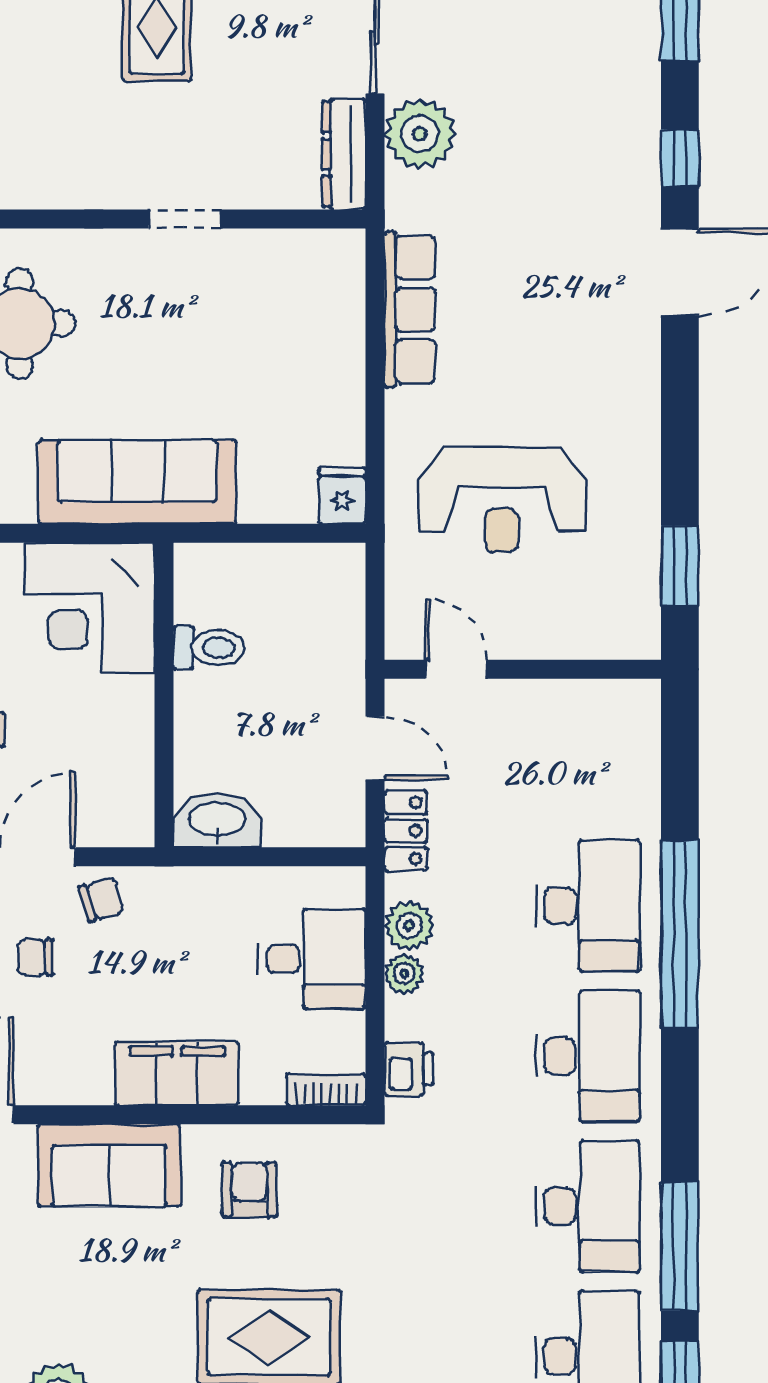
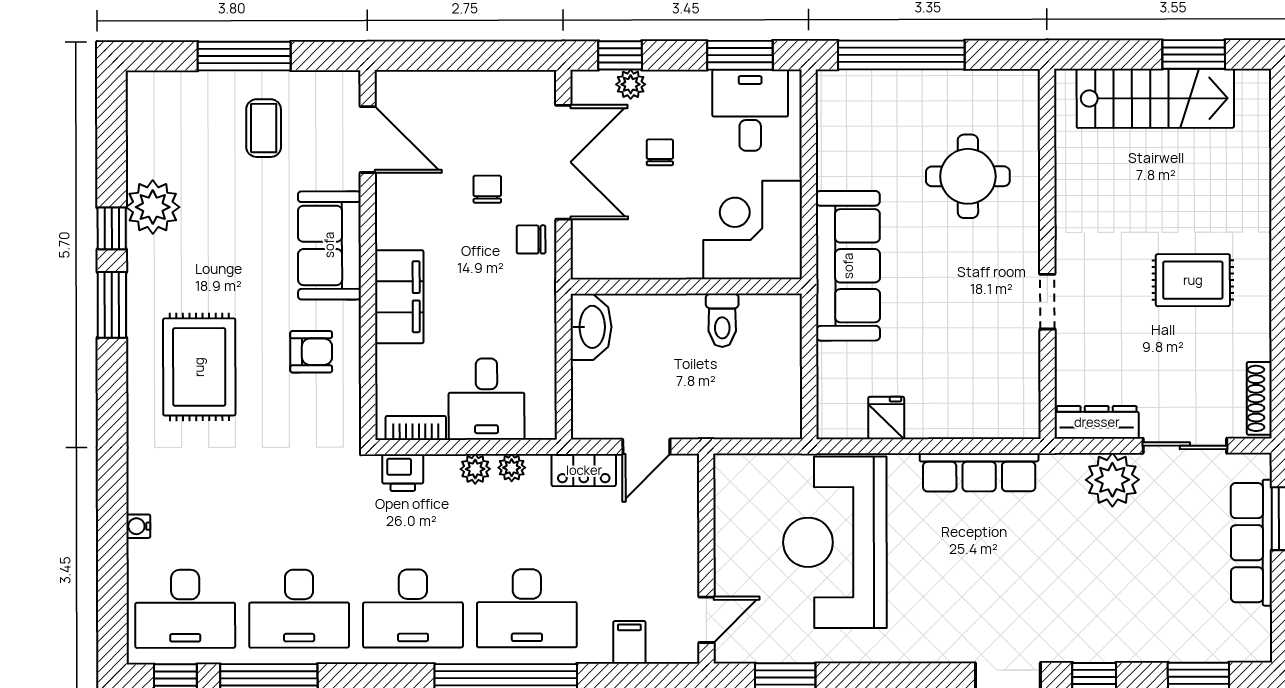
fridge: (342, 496) -> (886, 418), moved, turned -90
reception desk: (502, 500) -> (835, 542), width x1.36, depth x1.30
door: (456, 669) -> (706, 620), moved
filing cabinet: (633, 771) -> (629, 642), added
chair: (102, 900) -> (531, 239), turned 106
plant: (409, 926) -> (512, 468), width x0.73, depth x0.73
bookcase: (326, 1089) -> (416, 428), moved, turned -90

